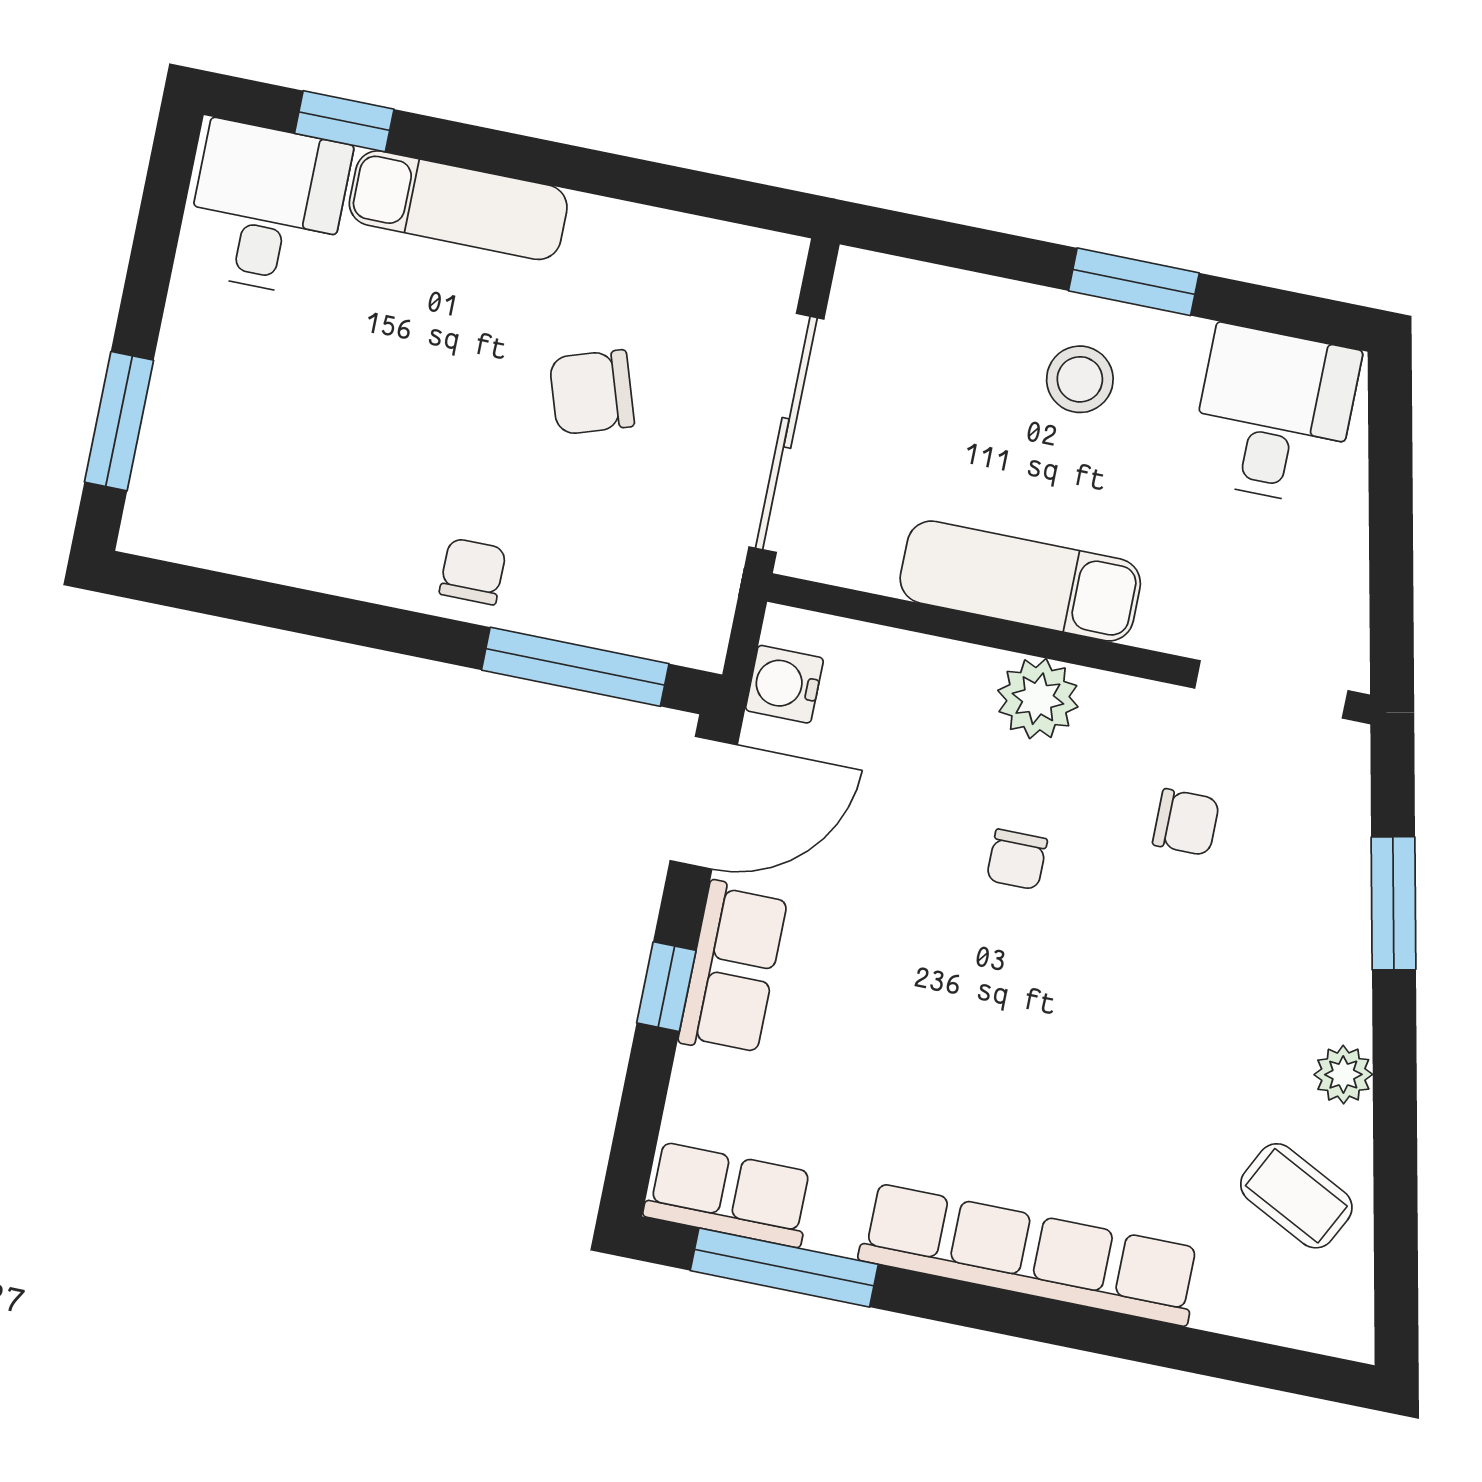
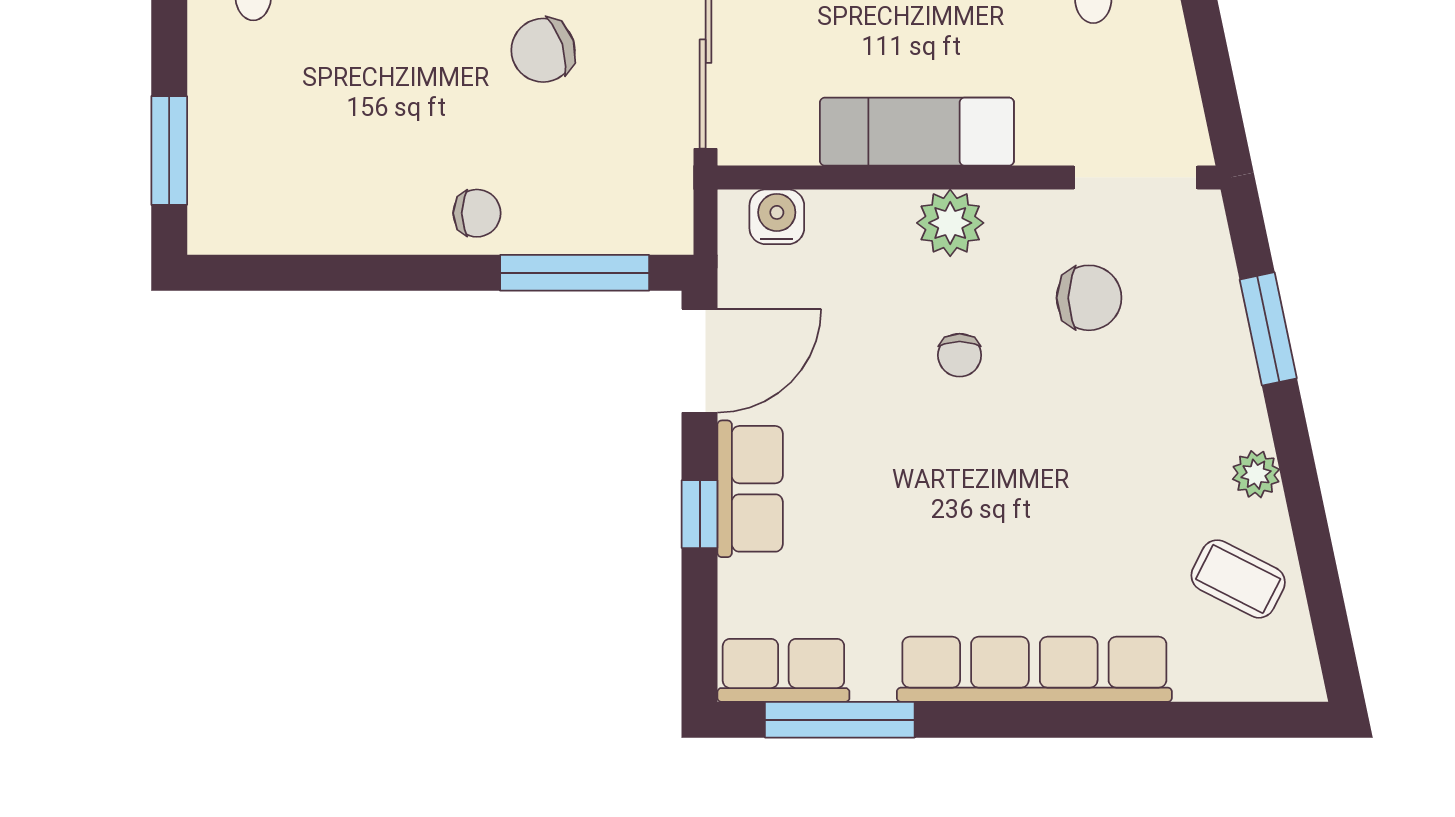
chair: (473, 571) -> (477, 213), turned 90
water cooler: (784, 684) -> (777, 217), moved, turned 90
chair: (1186, 822) -> (1089, 298), width x1.37, depth x1.37

